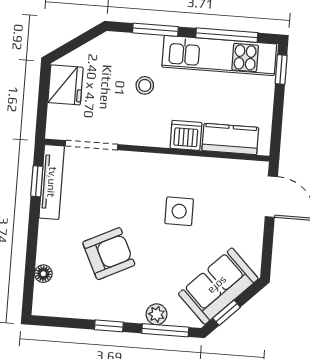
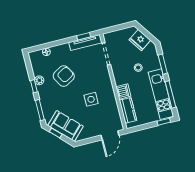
fridge: (65, 85) -> (140, 40), moved, turned 55
armchair: (109, 254) -> (64, 76), turned -94
plant: (157, 314) -> (39, 80), moved

